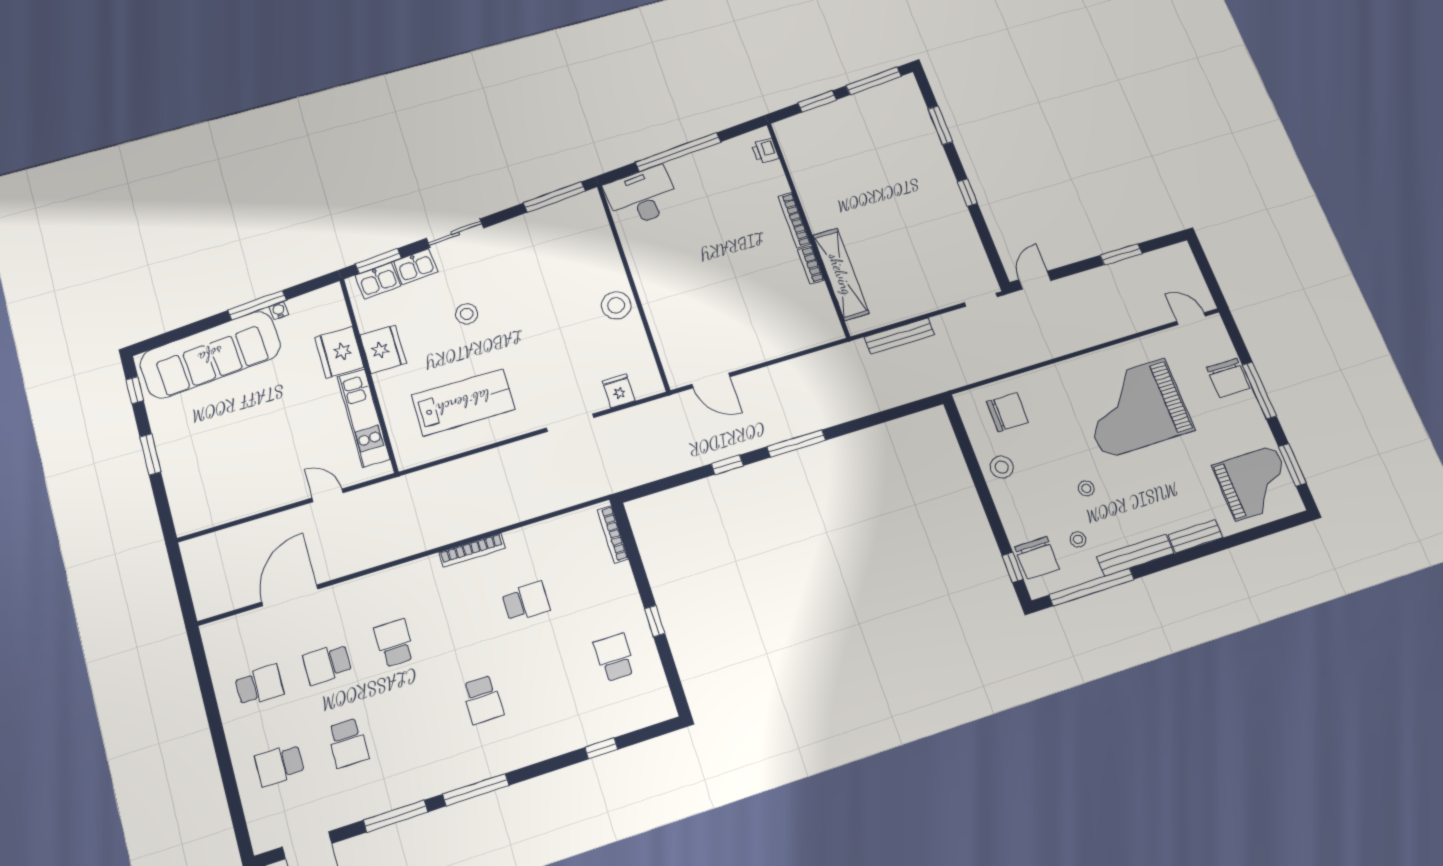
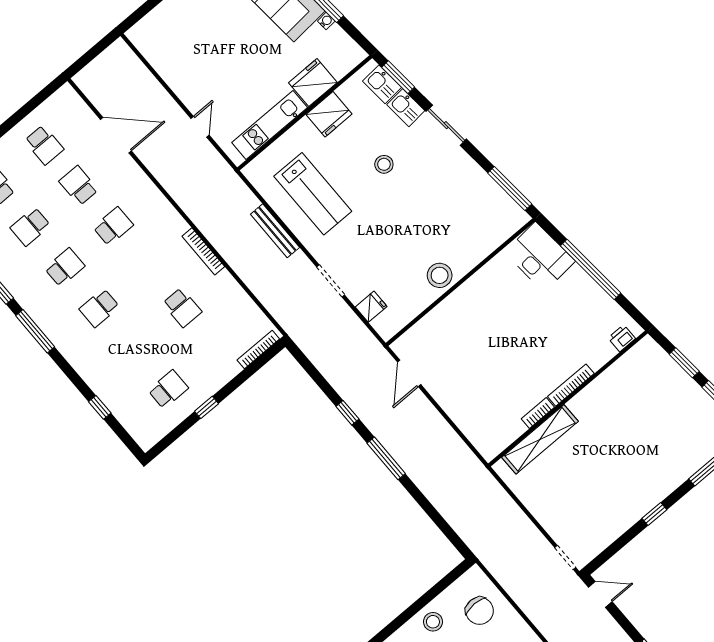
bench: (899, 336) -> (275, 231), moved
school desk: (416, 721) -> (65, 267), added

